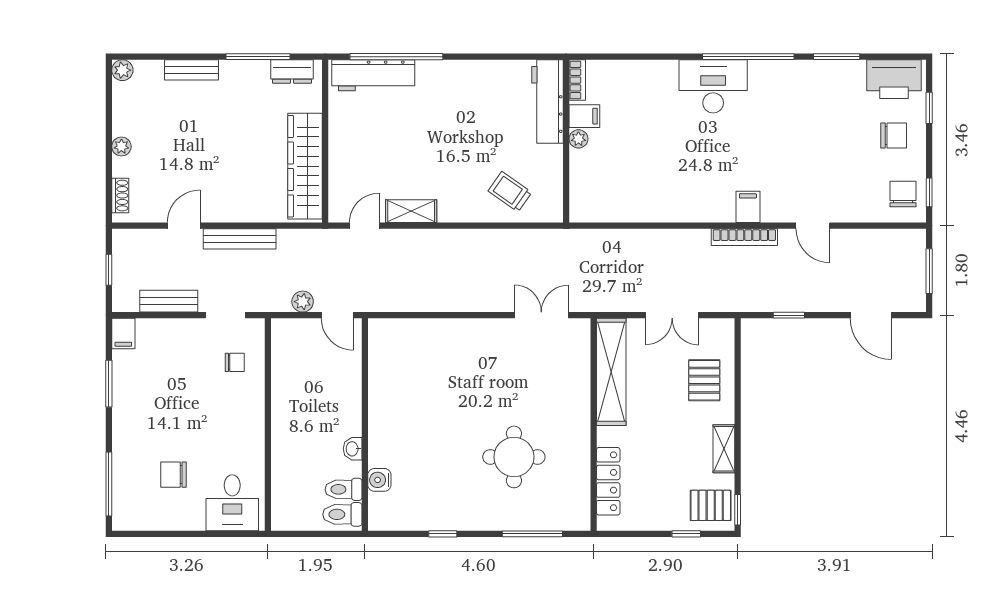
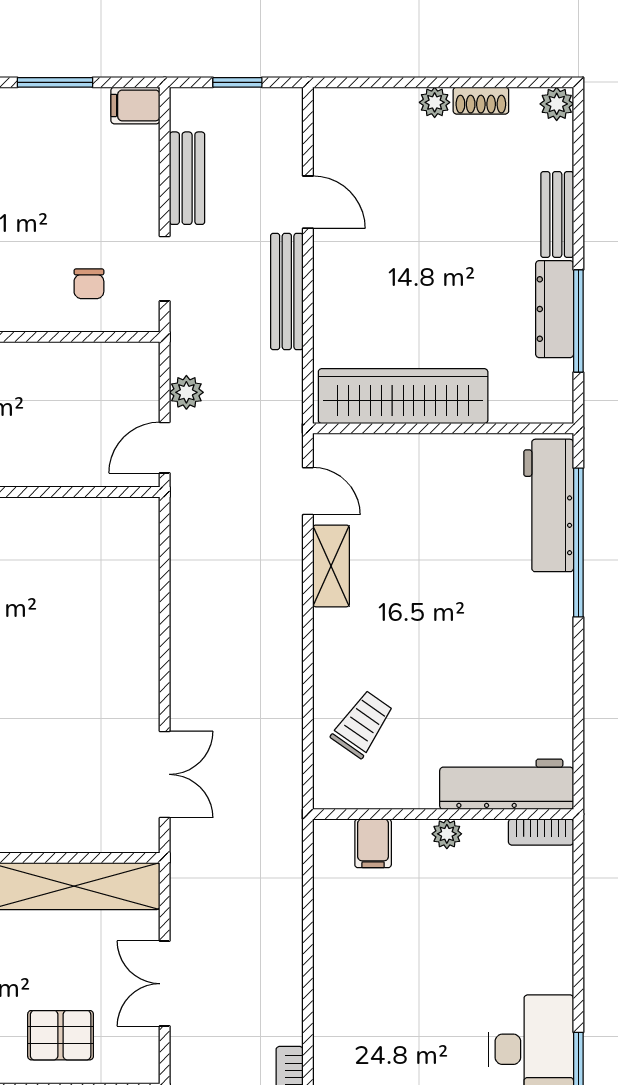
dresser: (292, 72) -> (555, 309), moved, width x1.44
filing cabinet: (584, 116) -> (373, 843), moved
shoe rack: (120, 196) -> (481, 101), moved

